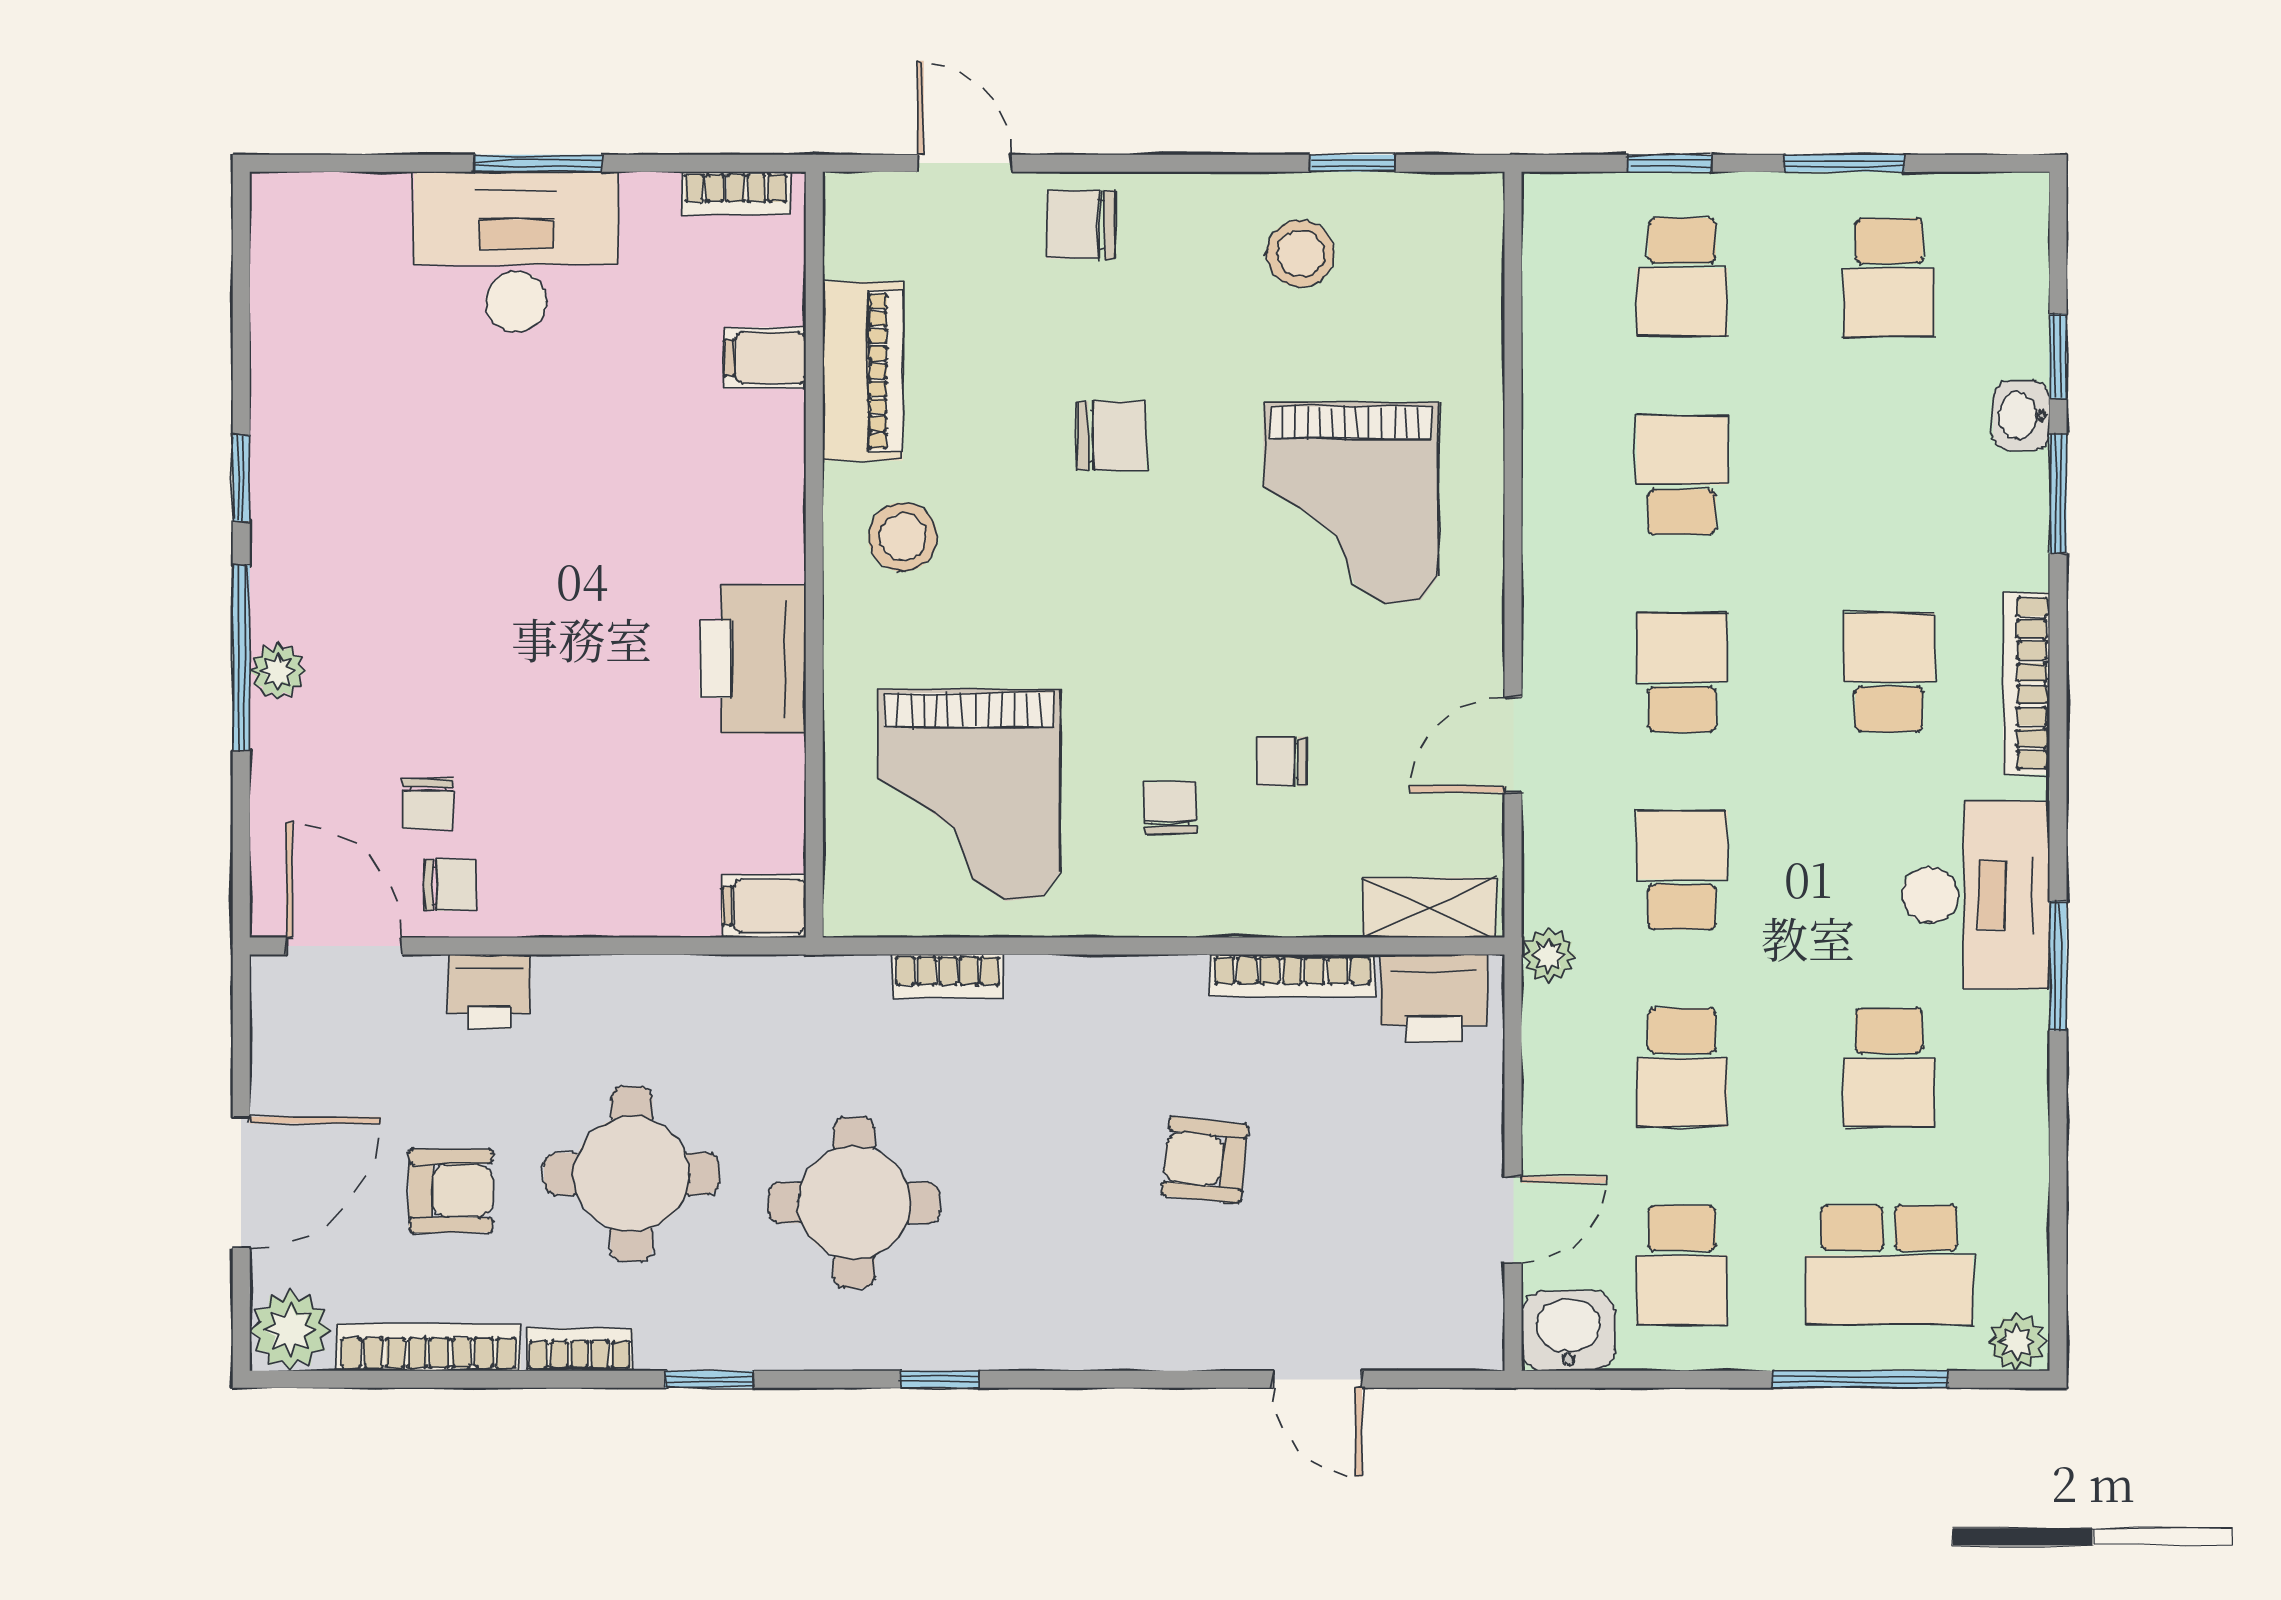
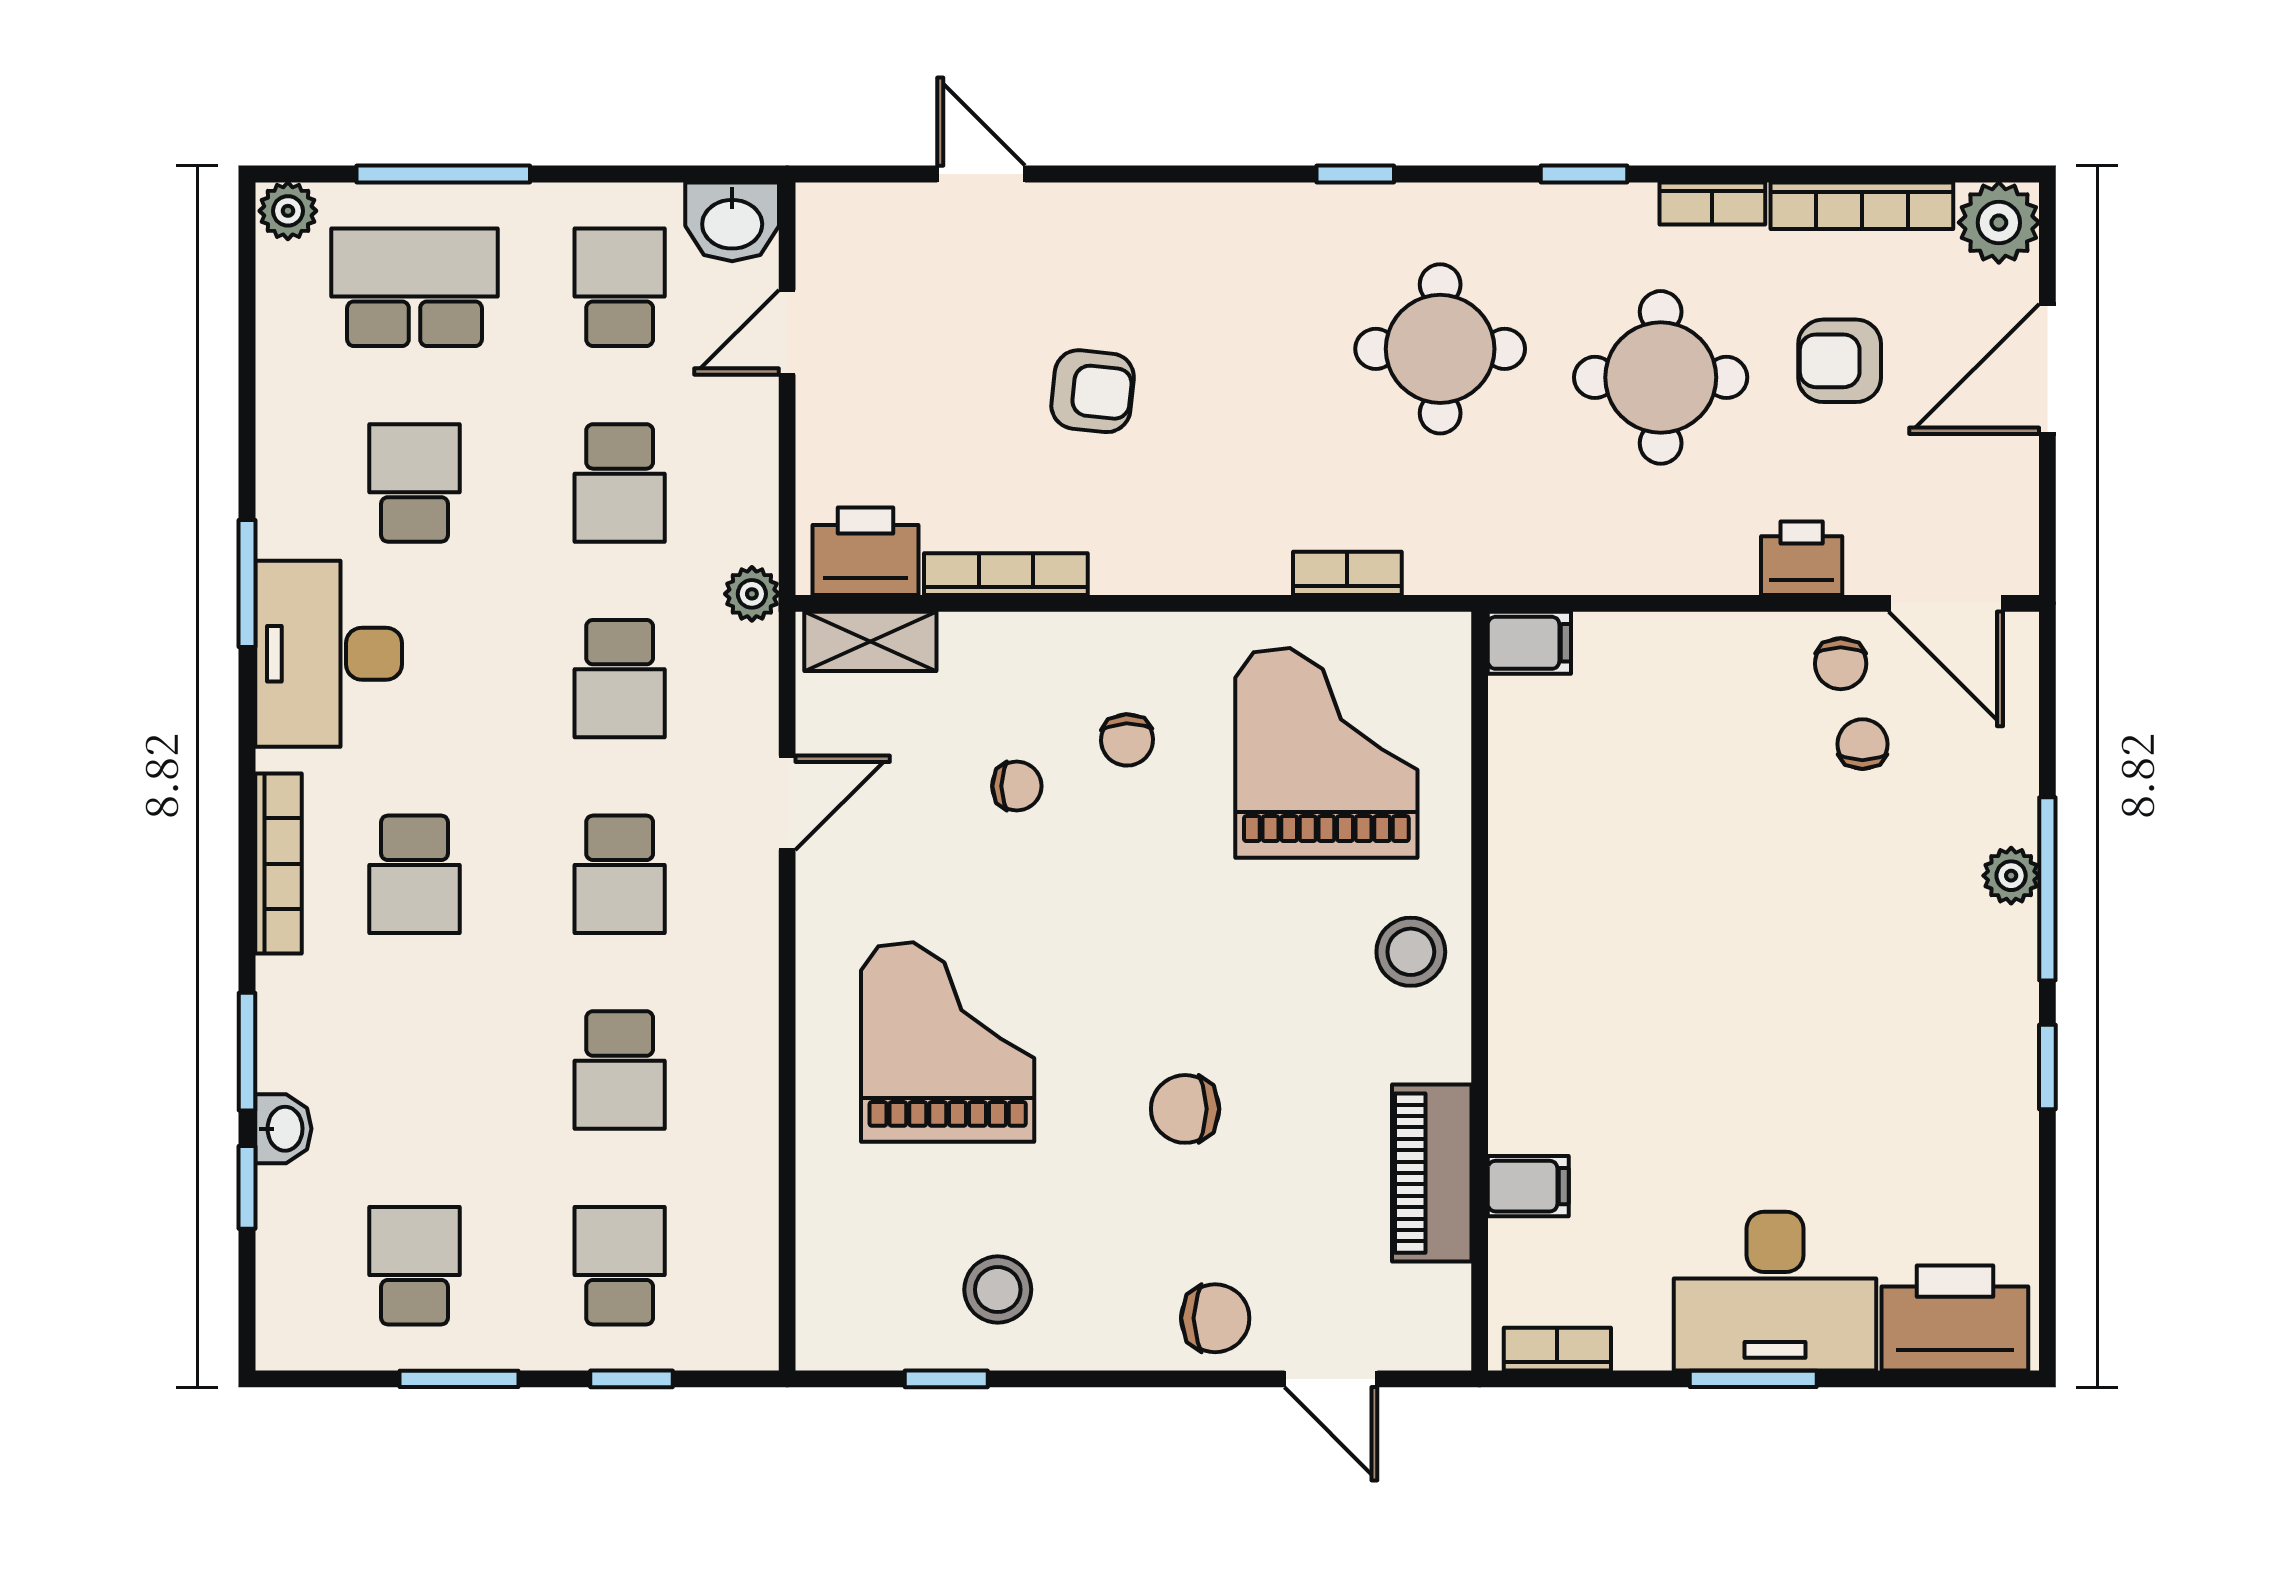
stool: (903, 537) -> (1411, 952), moved
printer: (753, 659) -> (1955, 1318), moved, turned -90
chair: (450, 885) -> (1841, 664), turned -90
school desk: (1682, 1067) -> (620, 483), turned 180

